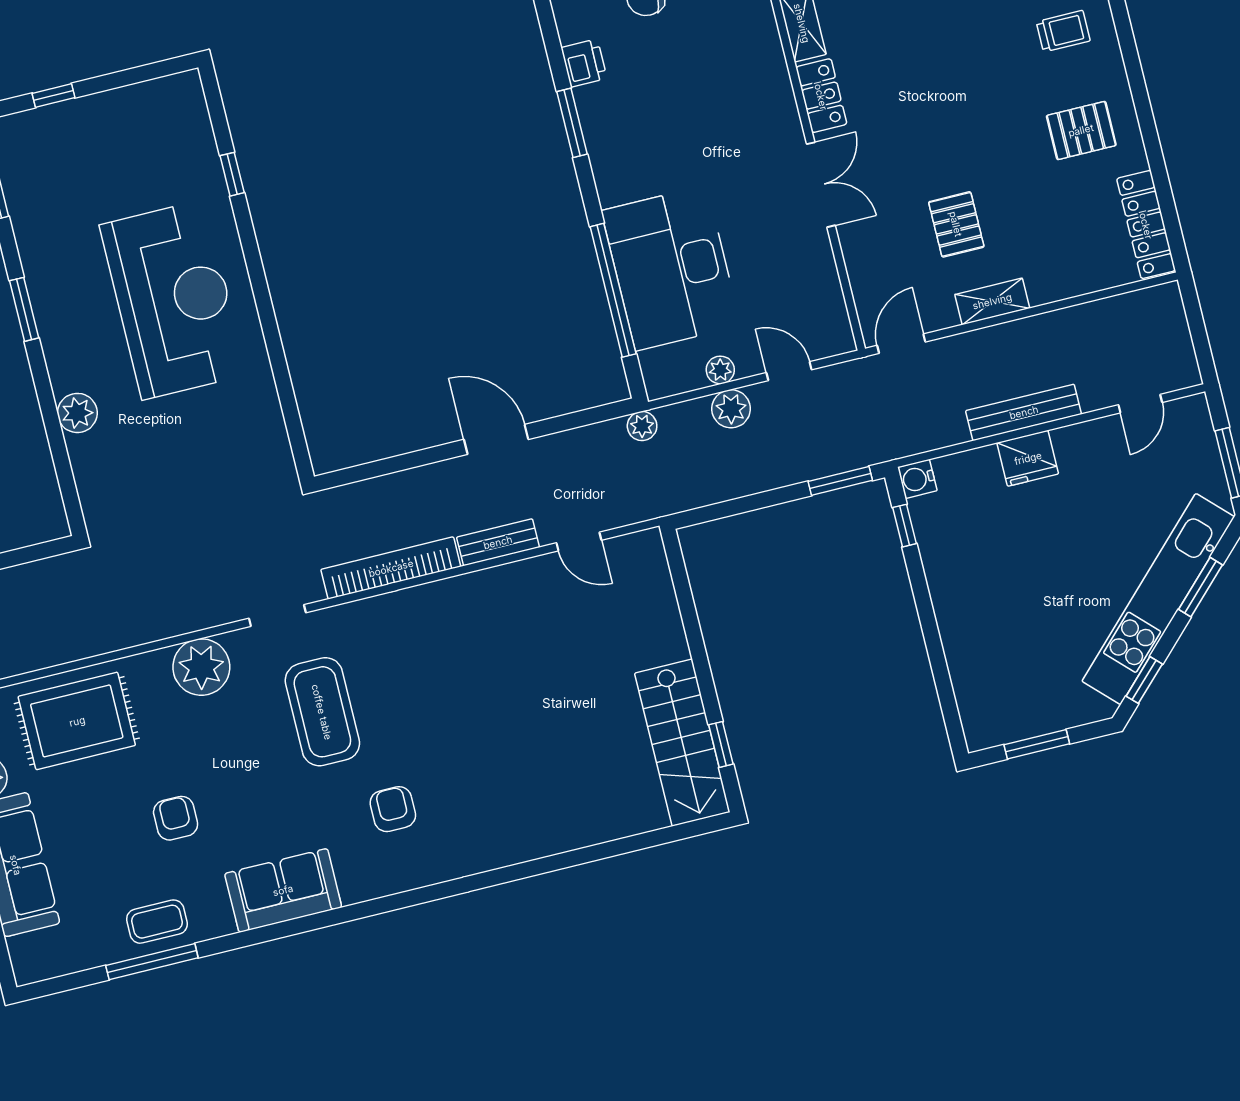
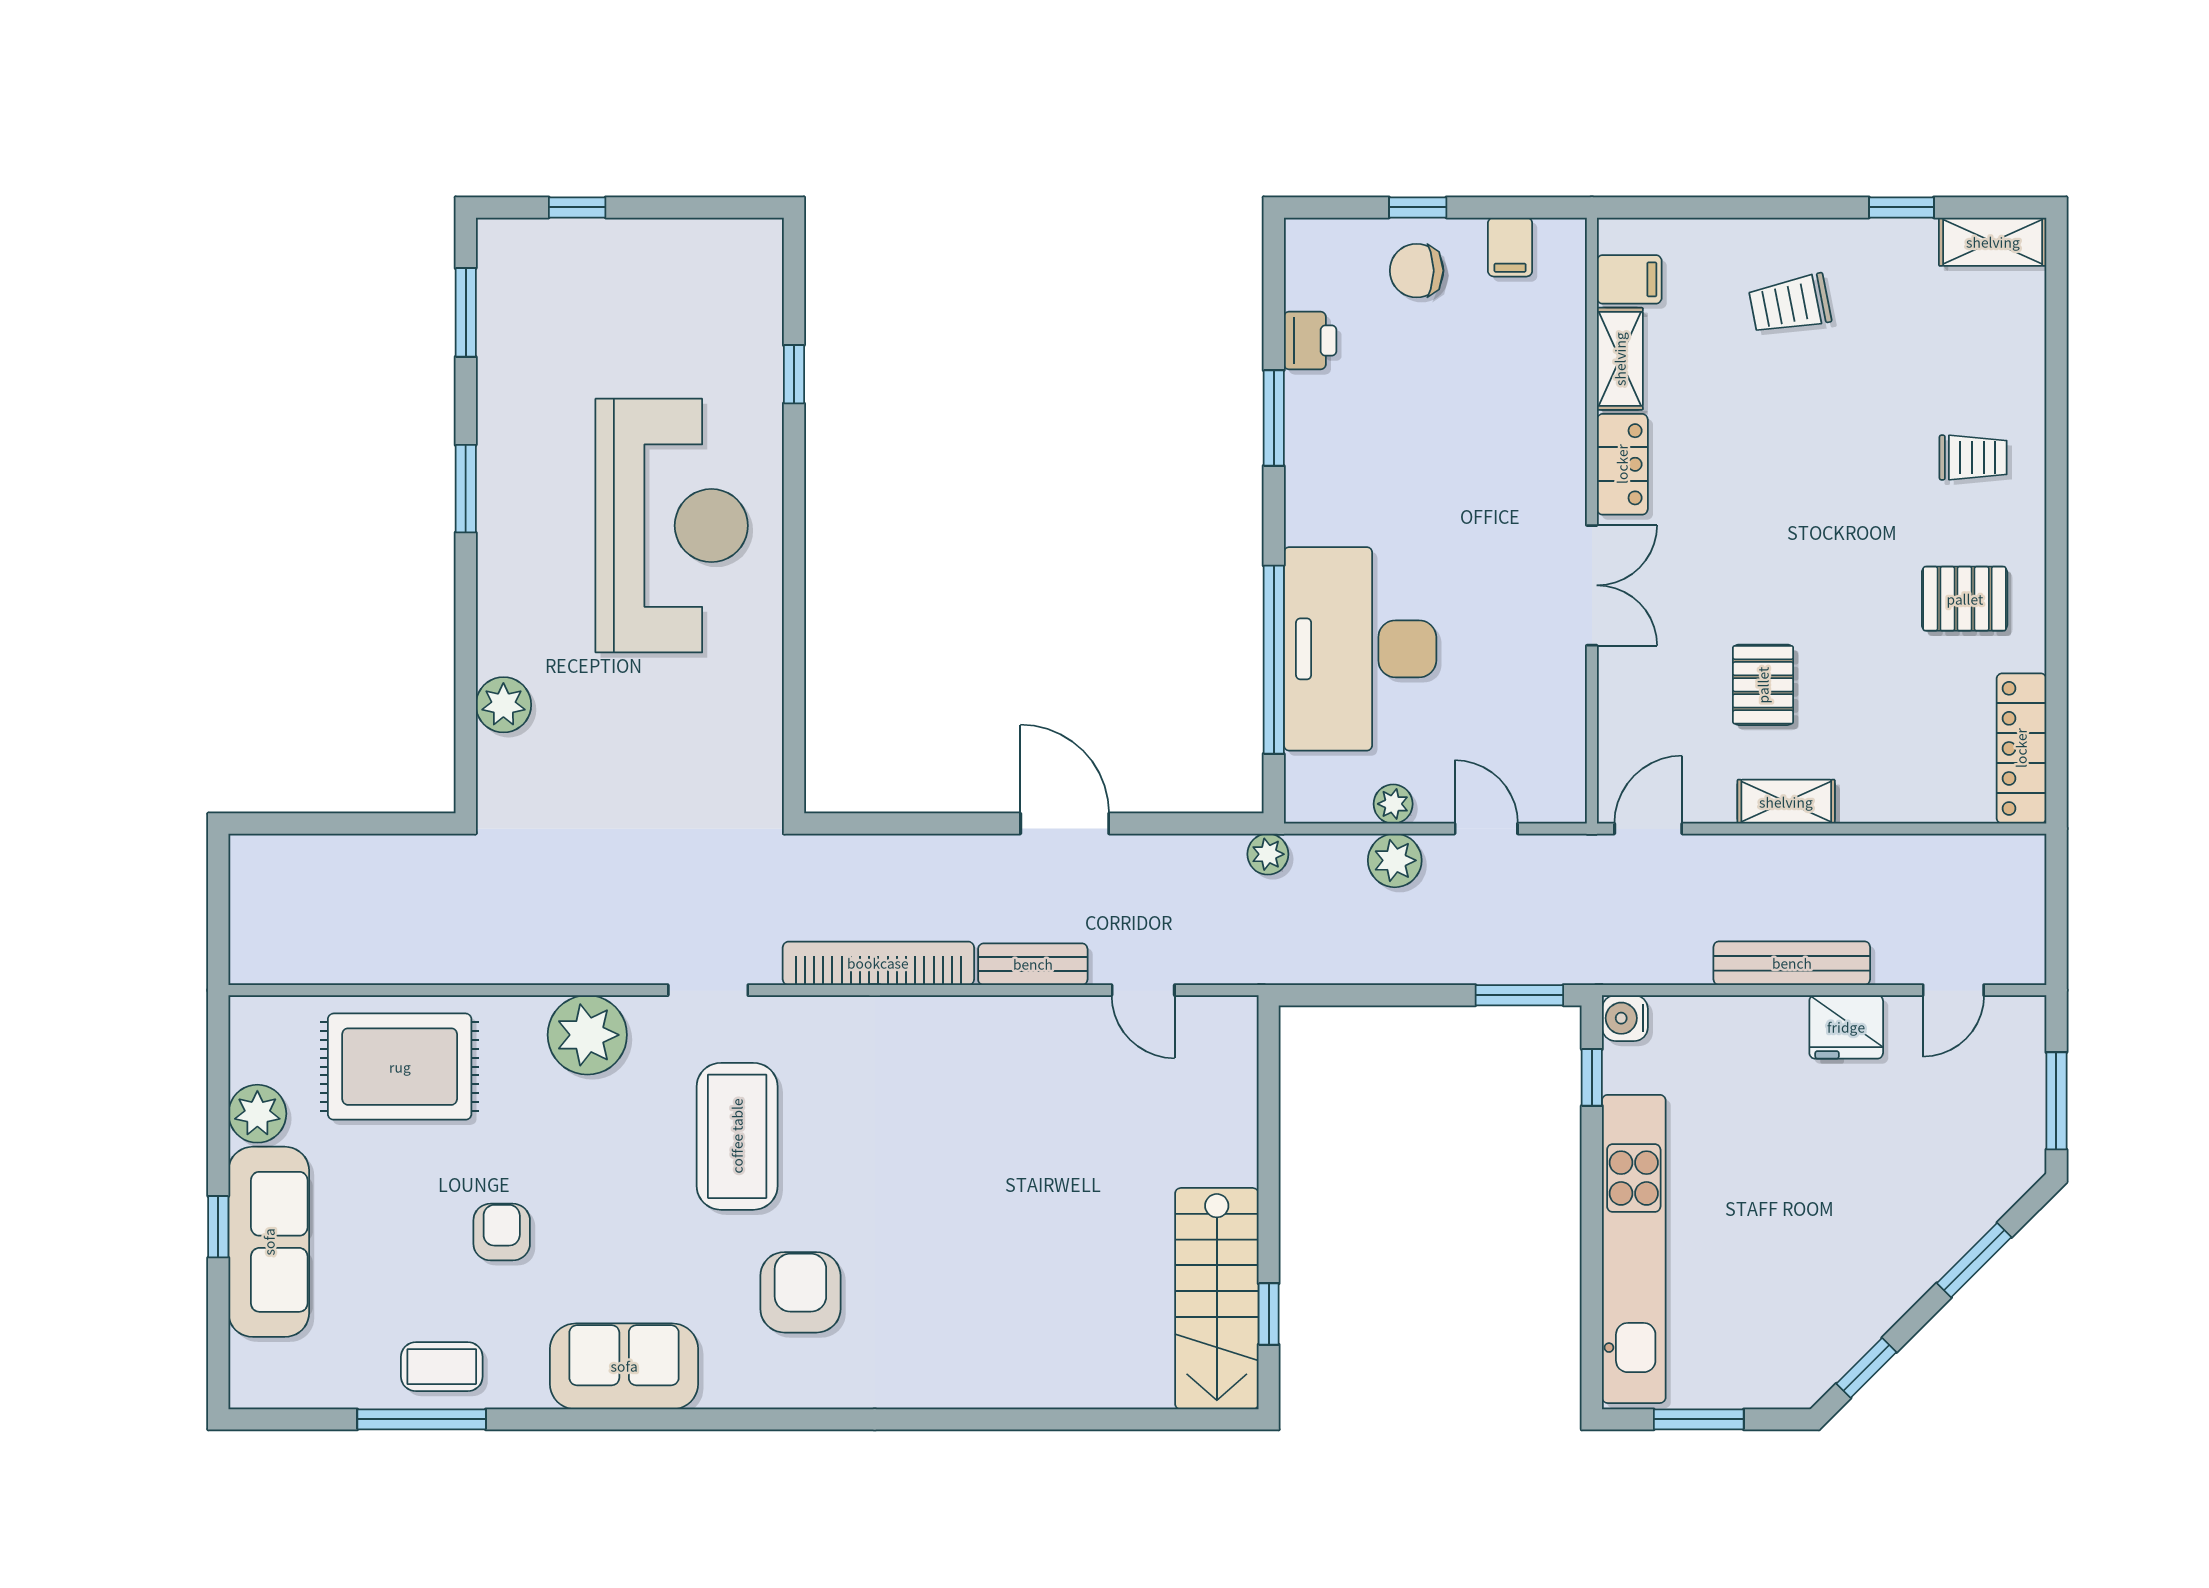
plant: (77, 413) -> (503, 705), moved
fridge: (1028, 458) -> (1846, 1027), moved
kitchen unit: (1158, 599) -> (1634, 1249), moved, turned 135
armchair: (393, 809) -> (800, 1292), width x1.38, depth x1.38

